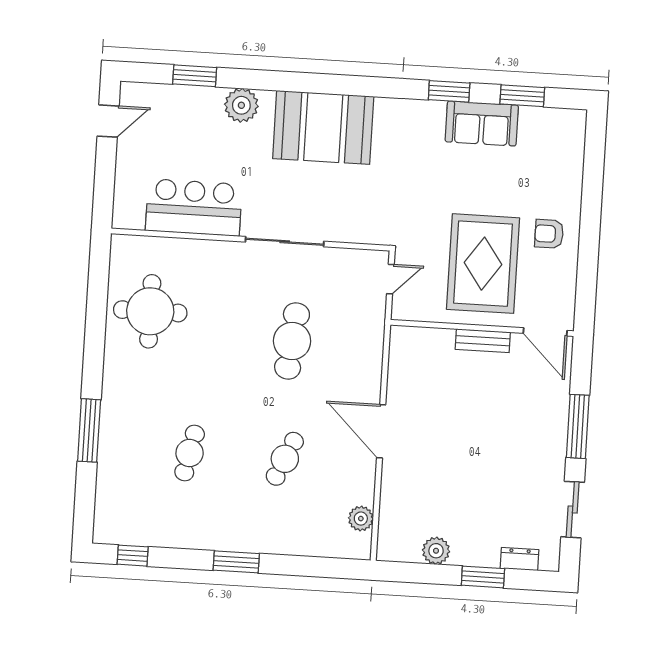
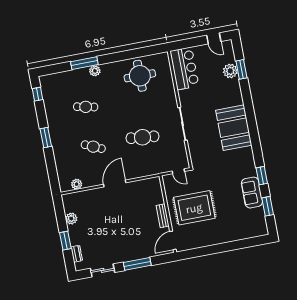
plant: (241, 105) -> (230, 71), moved
bar counter: (194, 208) -> (184, 69), moved
armchair: (549, 234) -> (214, 232), removed
plant: (113, 411) -> (95, 71), added

